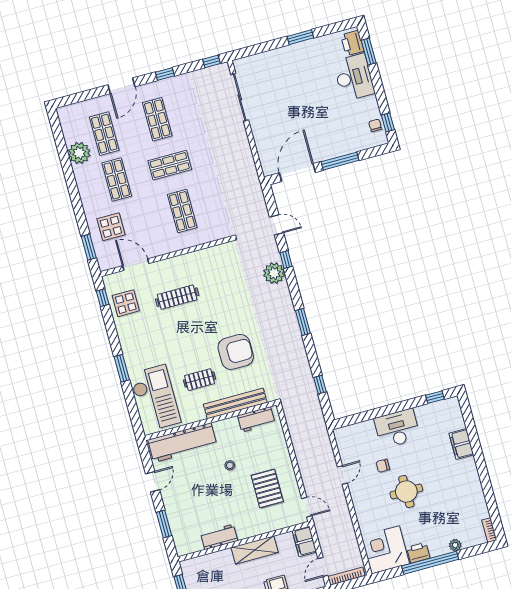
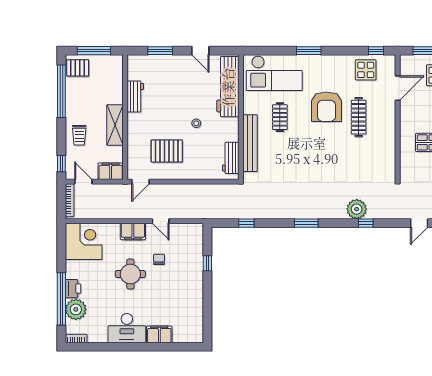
door: (277, 225) -> (419, 223), moved
armchair: (236, 352) -> (326, 107), moved
window: (435, 397) -> (207, 263), moved
desk: (397, 428) -> (127, 328), moved, turned 90
filing cabinet: (361, 501) -> (133, 231), added
plant: (455, 545) -> (76, 309), width x1.87, depth x1.87
printer: (418, 553) -> (73, 289), moved
window: (430, 563) -> (61, 299), moved

